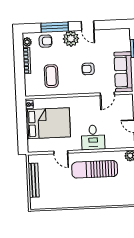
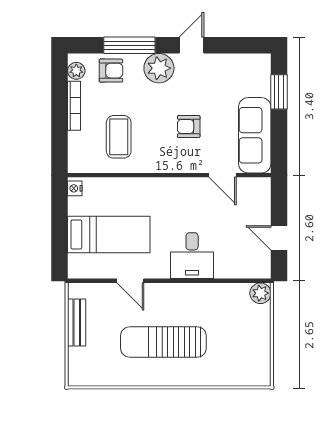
door: (88, 26) -> (191, 45), swing flipped
door: (107, 94) -> (223, 175), hinge flipped
bed: (48, 123) -> (109, 234), width x0.67
sun lounger: (95, 169) -> (163, 342), moved
bench: (34, 180) -> (77, 323), width x0.73

